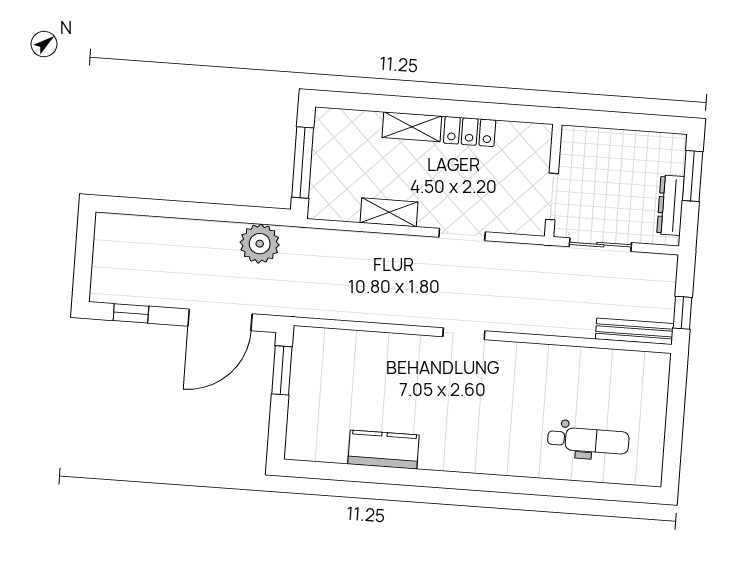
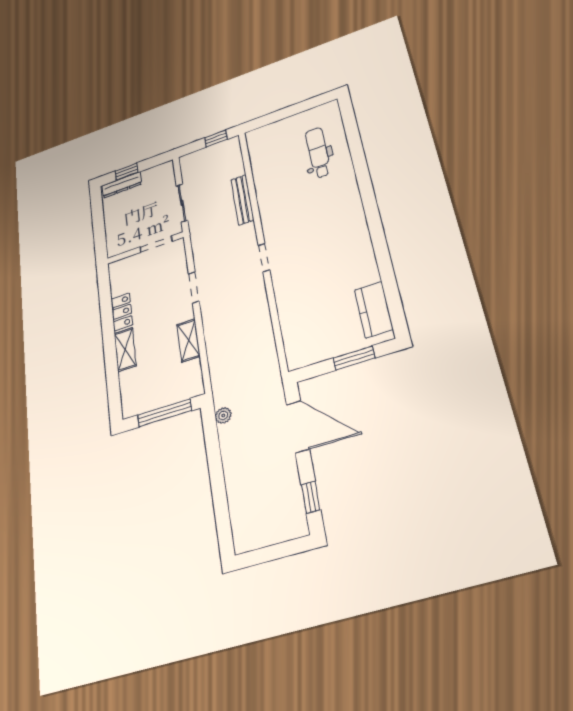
window: (693, 176) -> (126, 172), width x0.67
dresser: (671, 205) -> (122, 185), moved
plant: (260, 244) -> (223, 415), width x0.53, depth x0.53
bench: (634, 331) -> (242, 200), moved
window: (282, 370) -> (354, 358), moved
kitchen counter: (383, 450) -> (374, 310), moved

